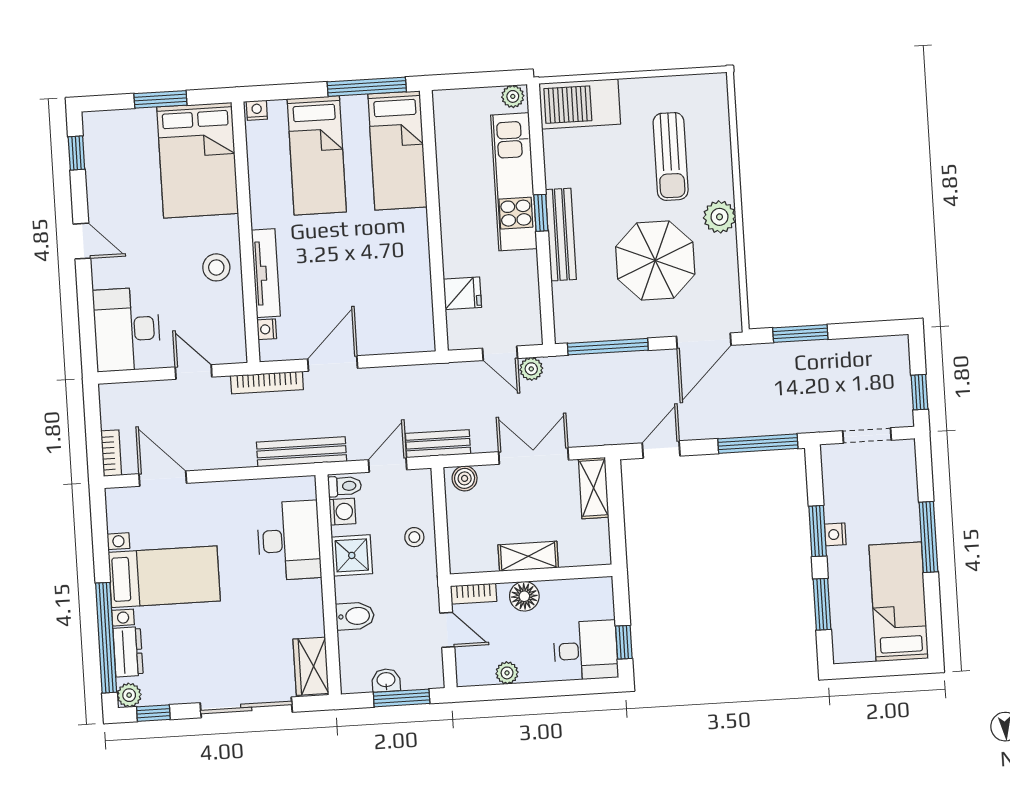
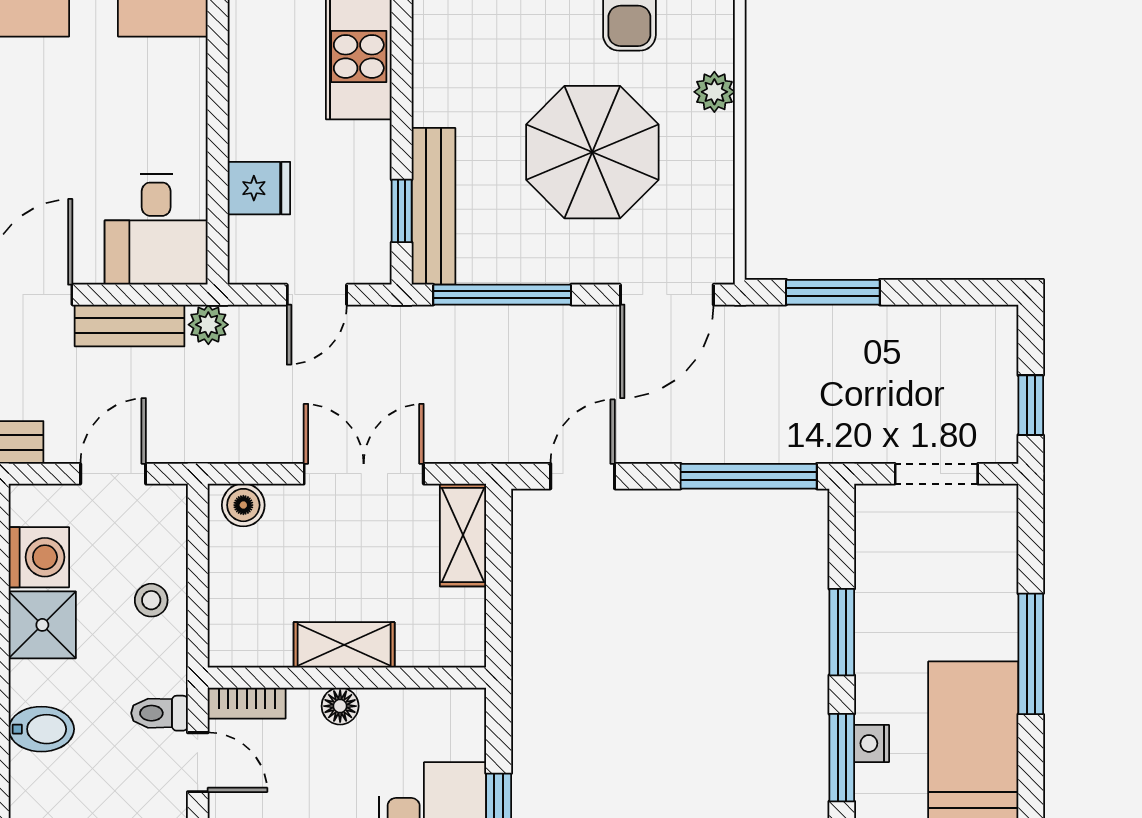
window: (541, 213) -> (402, 211), moved
plant: (720, 217) -> (714, 92), width x0.73, depth x0.73
bench: (561, 235) -> (434, 206), moved
desk: (404, 321) -> (156, 229), added
door: (500, 353) -> (317, 295), hinge flipped
plant: (531, 369) -> (208, 325), moved
bench: (438, 444) -> (130, 326), moved
toilet: (345, 486) -> (159, 713), moved, turned 180
washing machine: (342, 512) -> (39, 557), width x1.38, depth x1.38
nightstand: (835, 534) -> (872, 743), moved
floor lamp: (524, 596) -> (340, 706), width x0.73, depth x0.73

